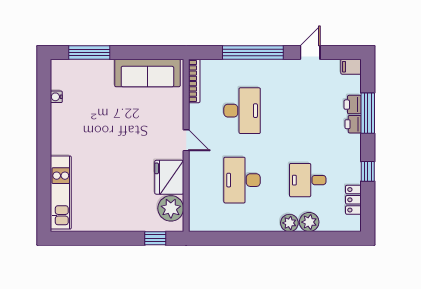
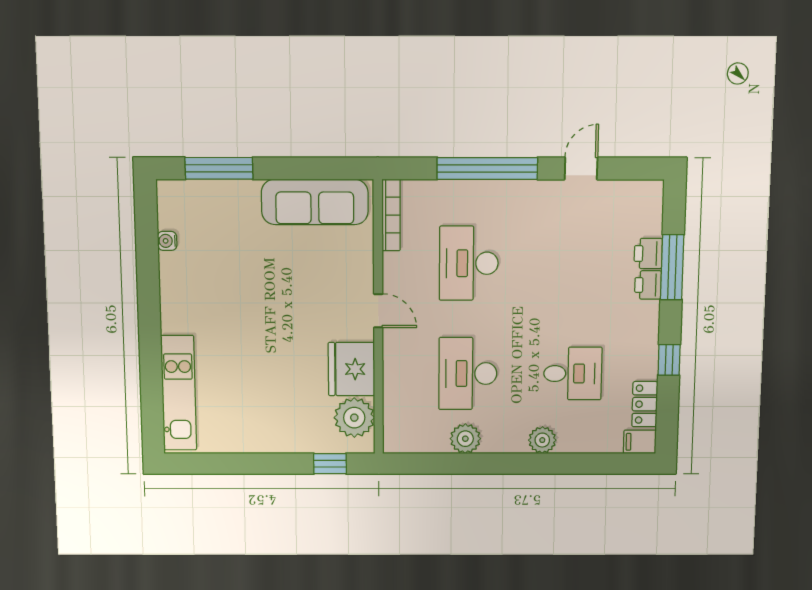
filing cabinet: (351, 67) -> (640, 442), moved
desk: (242, 111) -> (469, 263), turned 180
desk: (308, 180) -> (573, 374), turned 180
plant: (309, 222) -> (465, 439), moved

